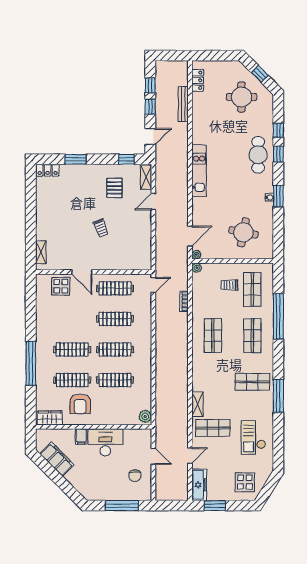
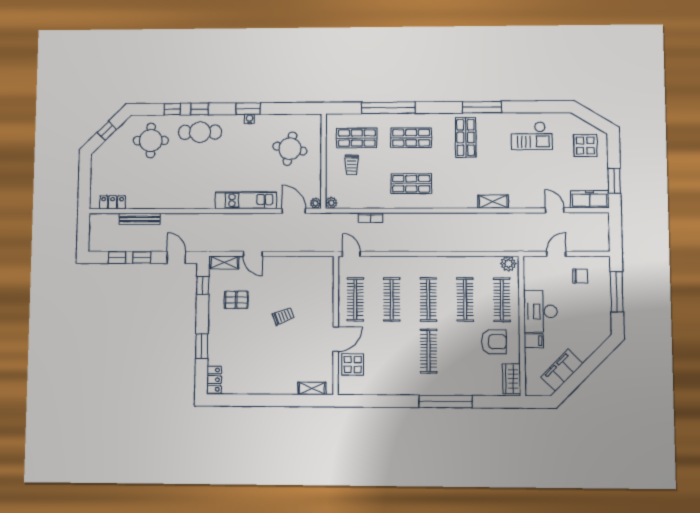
round table: (241, 97) -> (151, 140), moved
kitchen unit: (199, 171) -> (246, 200), moved
clothes rail: (72, 380) -> (502, 300), moved
shop shelf: (213, 428) -> (521, 183), removed

